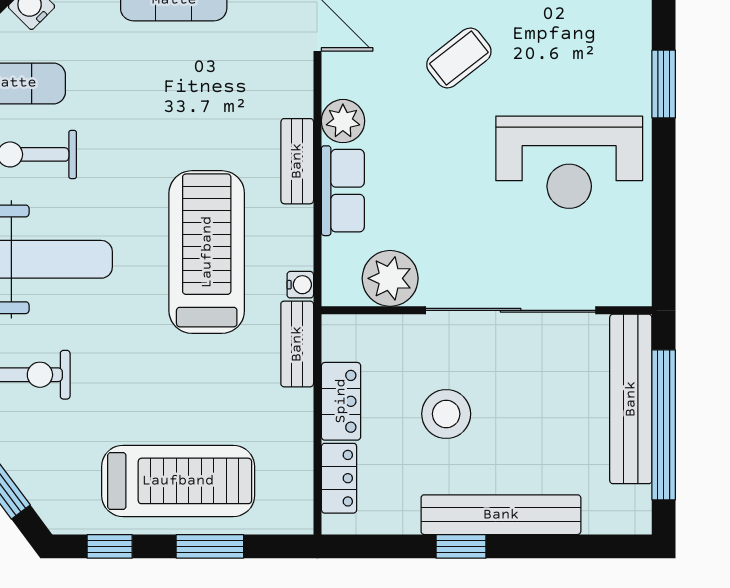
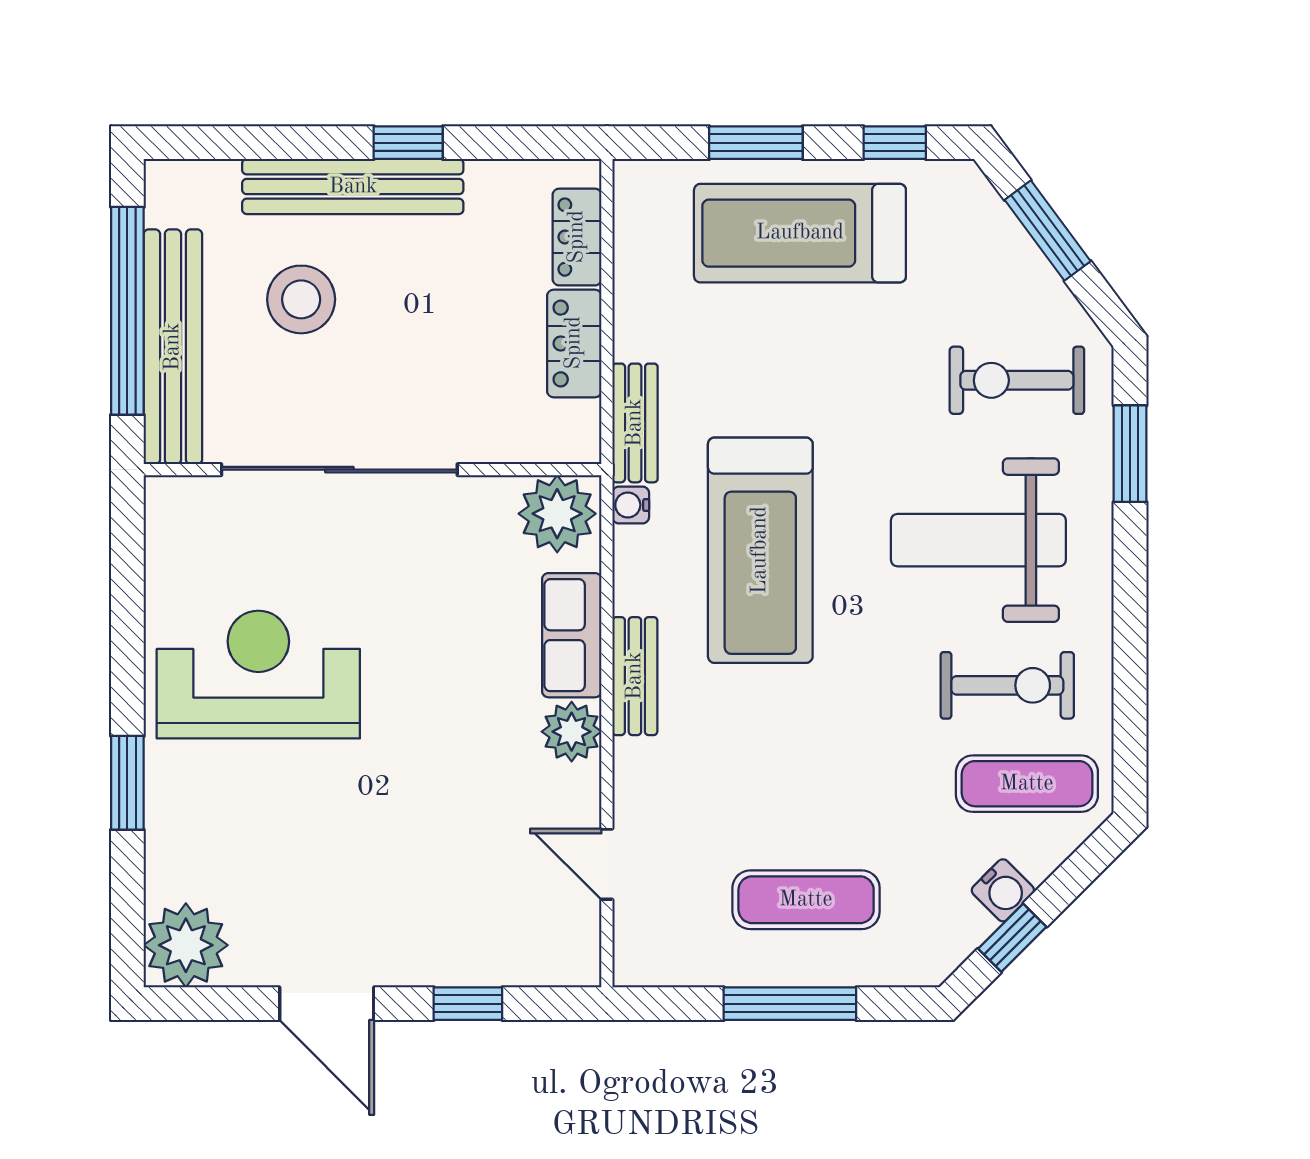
coffee table: (459, 58) -> (411, 819), removed
plant: (390, 278) -> (557, 514), moved
stool: (446, 414) -> (301, 299), moved

